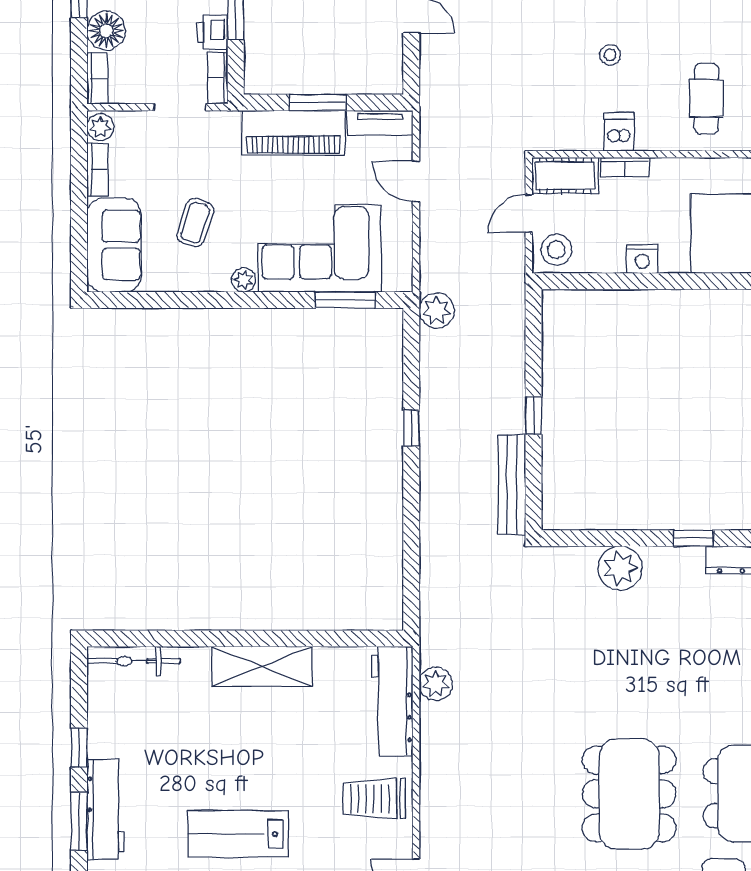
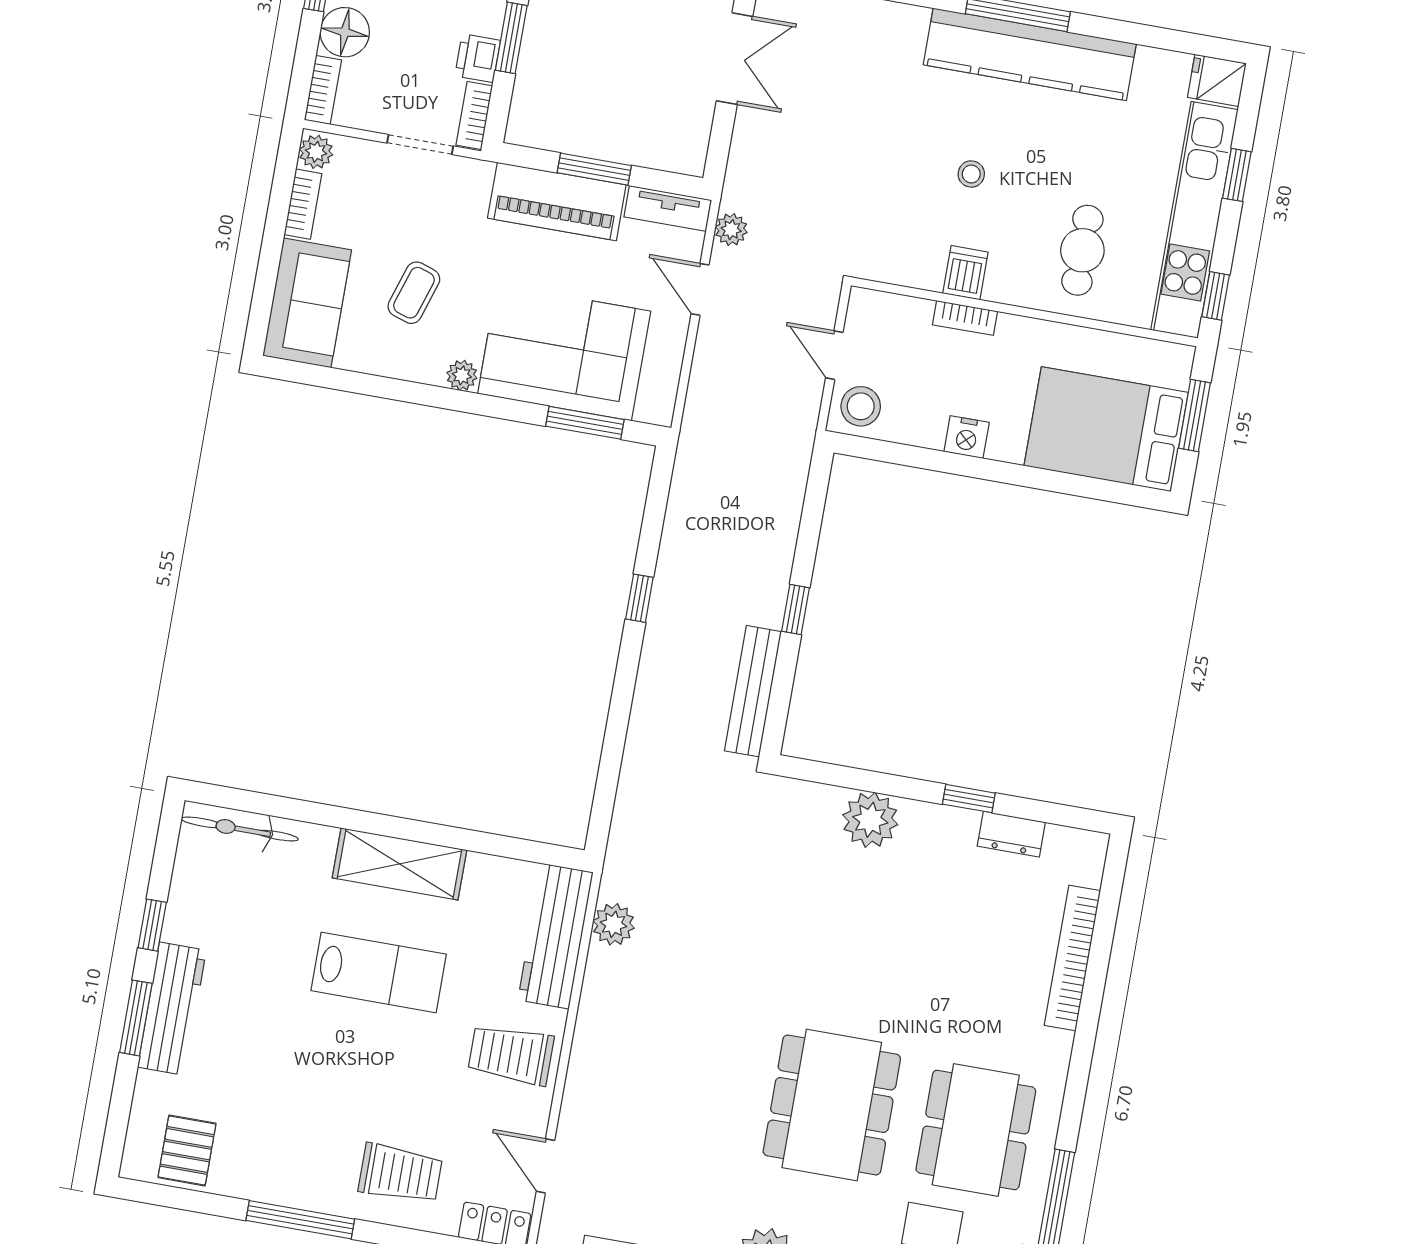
cot: (565, 175) -> (888, 315), removed
door: (529, 214) -> (834, 355), hinge flipped
plant: (437, 311) -> (731, 230), moved, width x0.73, depth x0.73
lab bench: (238, 834) -> (379, 972), moved, turned 180

